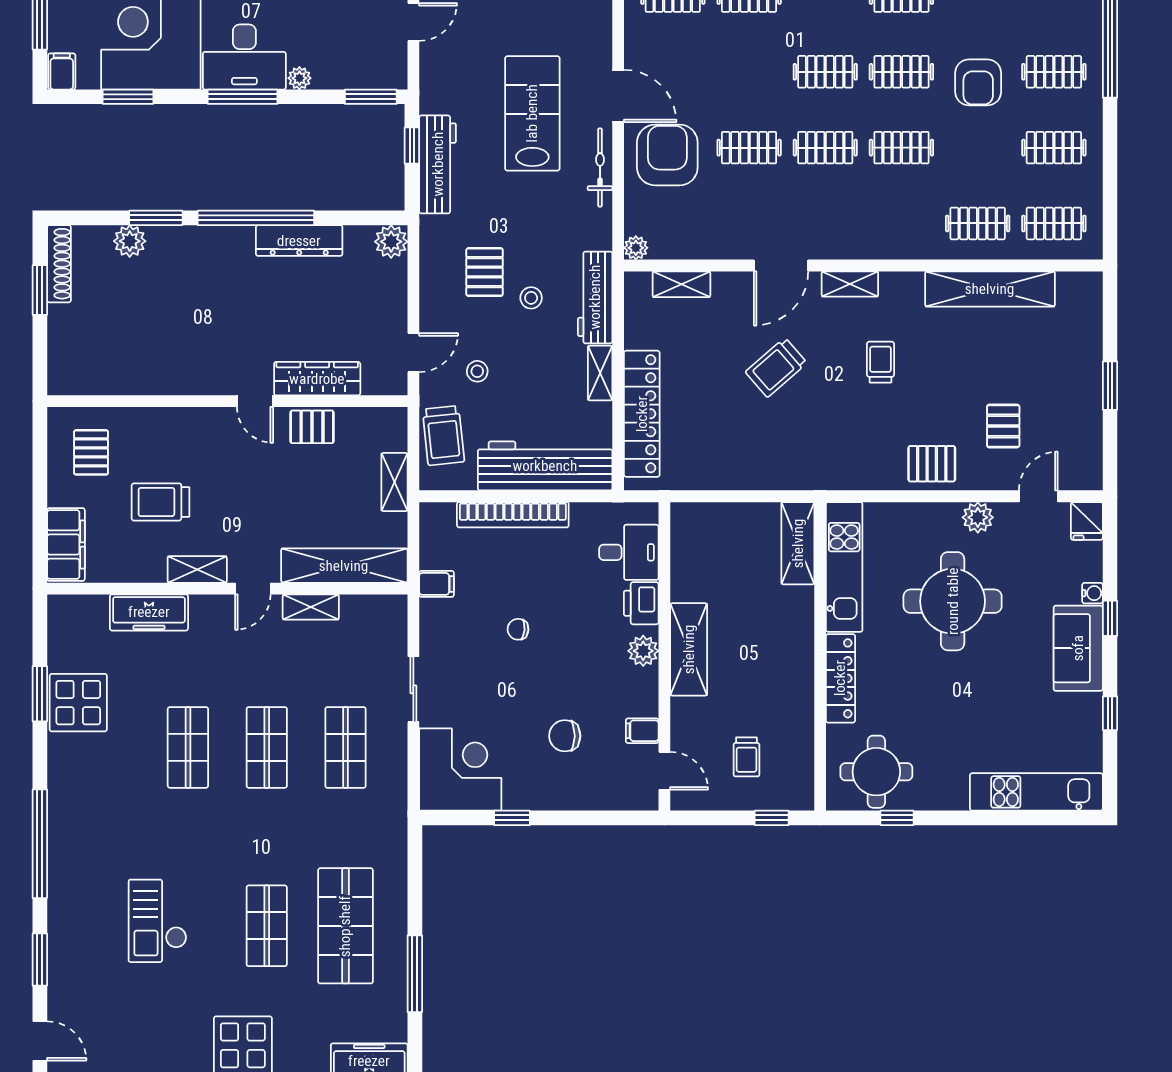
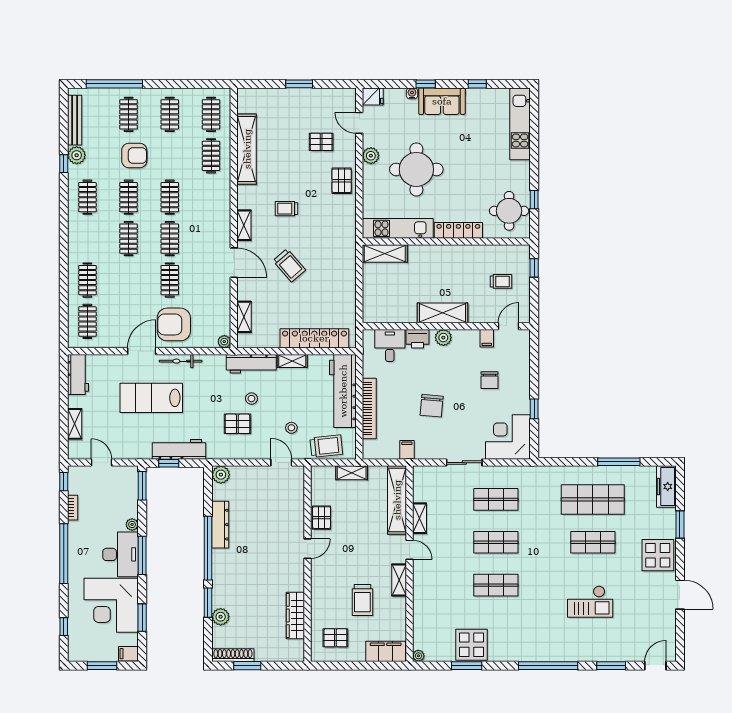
wardrobe: (317, 379) -> (295, 615), moved
plant: (58, 605) -> (418, 656), added
freezer: (149, 612) -> (422, 606), removed
chair: (518, 629) -> (432, 406), width x1.87, depth x1.87

